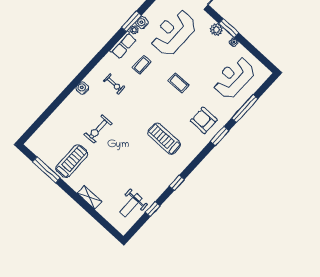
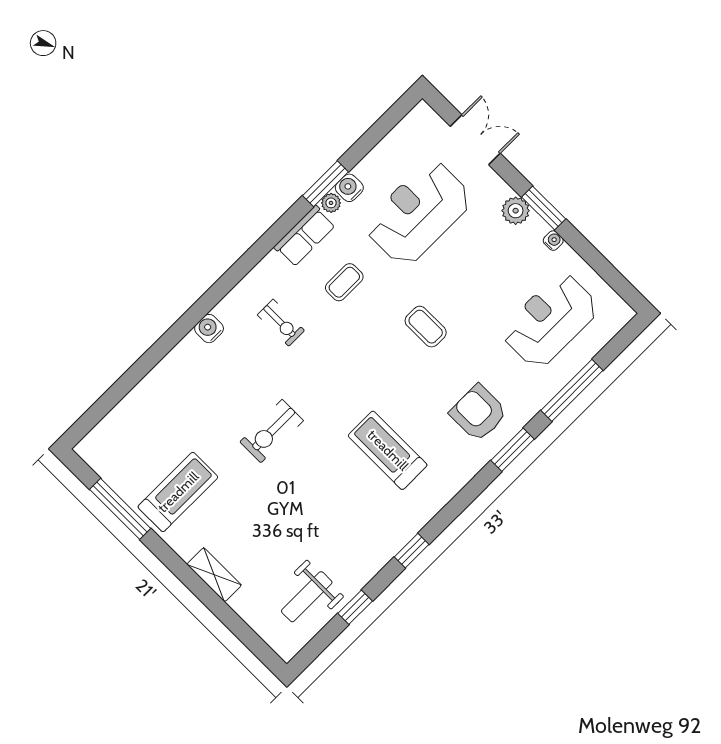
exercise bike: (98, 129) -> (272, 431), moved

